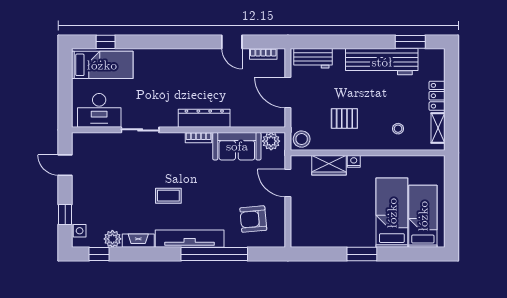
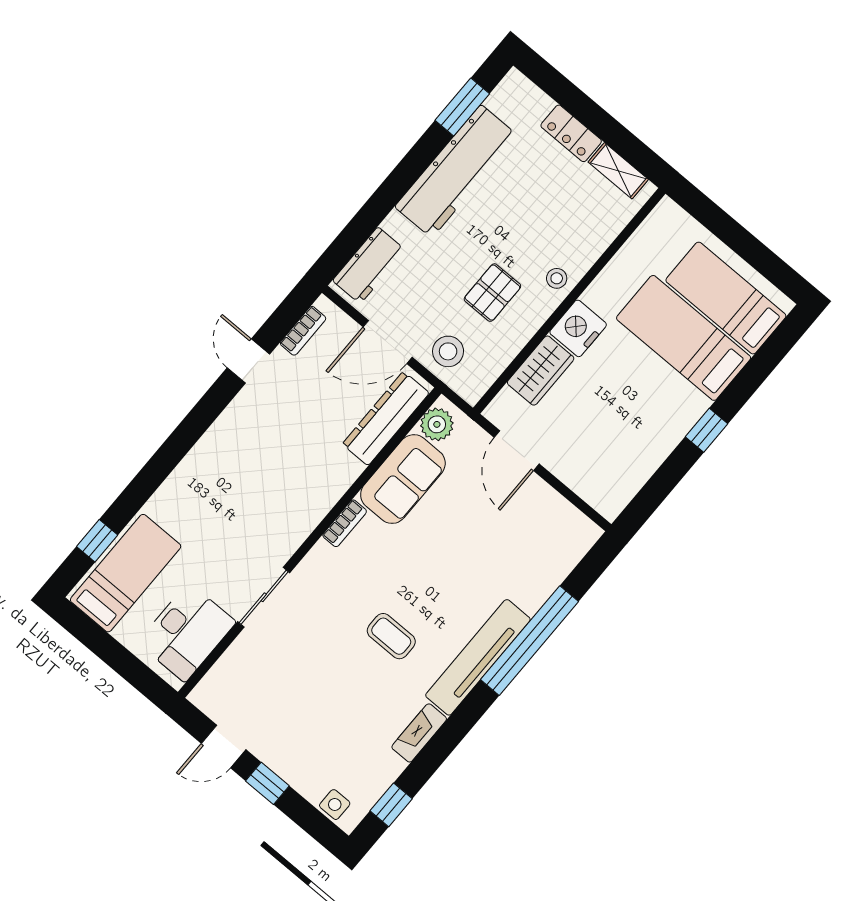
door: (232, 42) -> (248, 361), swing flipped
dresser: (204, 118) -> (386, 419), moved
stool: (398, 129) -> (557, 278), moved
stool: (302, 139) -> (448, 351), moved
nightstand: (354, 161) -> (578, 328), width x1.89, depth x1.79
door: (288, 183) -> (517, 451), hinge flipped
coffee table: (168, 196) -> (391, 636), turned 90
window: (65, 214) -> (267, 783), moved
armchair: (253, 219) -> (526, 543), removed
plant: (112, 239) -> (386, 767), removed
window: (362, 254) -> (707, 430), width x0.67

